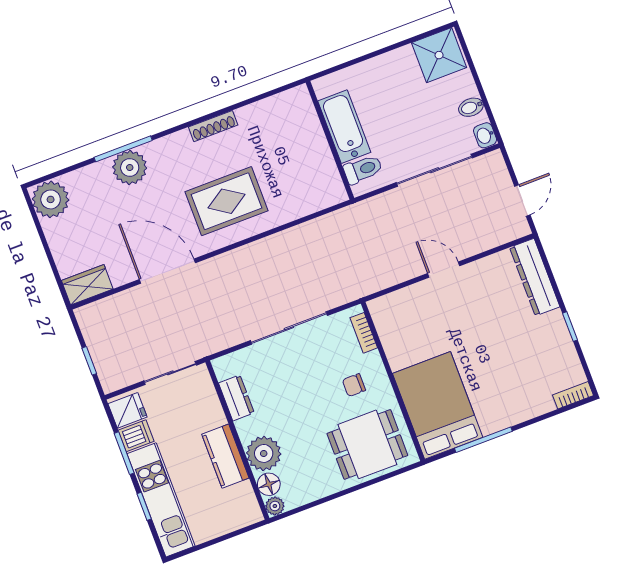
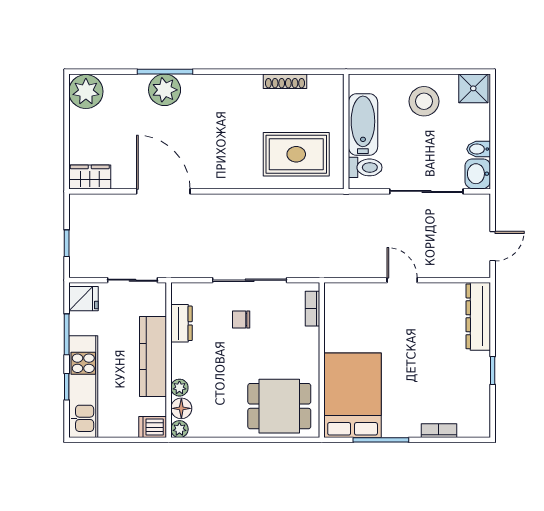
shower: (439, 55) -> (473, 88), width x0.73, depth x0.73
stool: (397, 80) -> (424, 101), added
shoe rack: (213, 126) -> (285, 81), moved
washbasin: (485, 135) -> (478, 174), width x1.38, depth x1.45
rug: (227, 201) -> (296, 154), moved
chair: (354, 385) -> (241, 319), moved
bookcase: (573, 395) -> (439, 431), moved
dishwasher: (136, 436) -> (153, 427), moved, turned 180
plant: (264, 453) -> (179, 388), width x0.53, depth x0.53
kitchen counter: (225, 456) -> (153, 357), width x1.50

